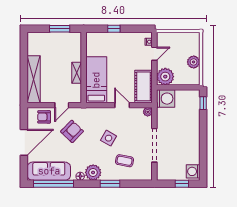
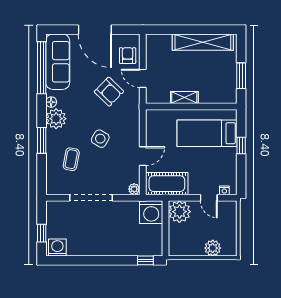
plant: (194, 62) -> (213, 248), moved
shelving: (34, 79) -> (203, 42), moved
bed: (96, 80) -> (207, 133), moved, turned 180

